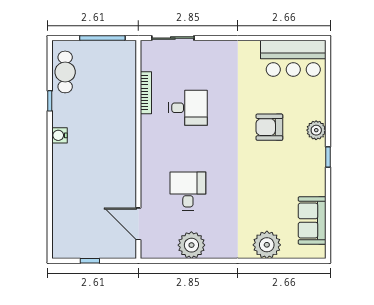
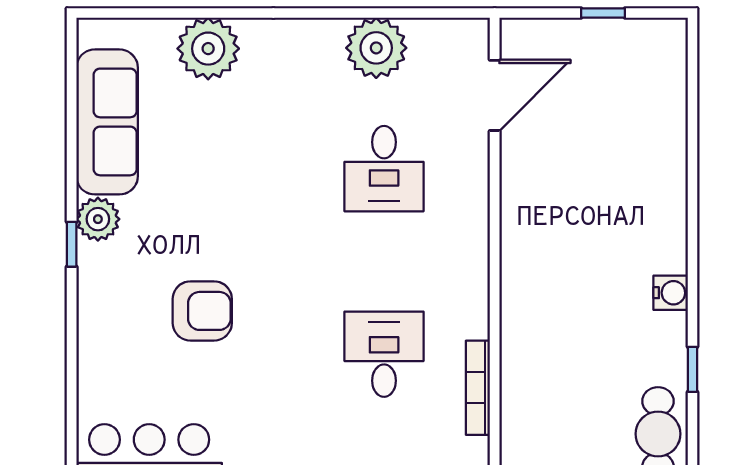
desk: (188, 108) -> (384, 354), turned 90
plant: (316, 130) -> (98, 219), moved
sofa: (312, 220) -> (107, 122), width x1.36
door: (138, 224) -> (495, 95), hinge flipped

